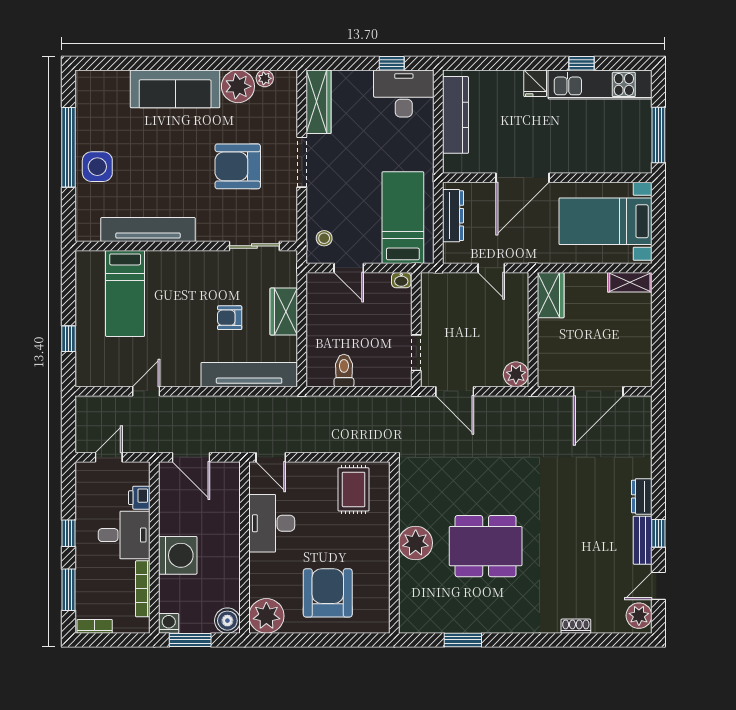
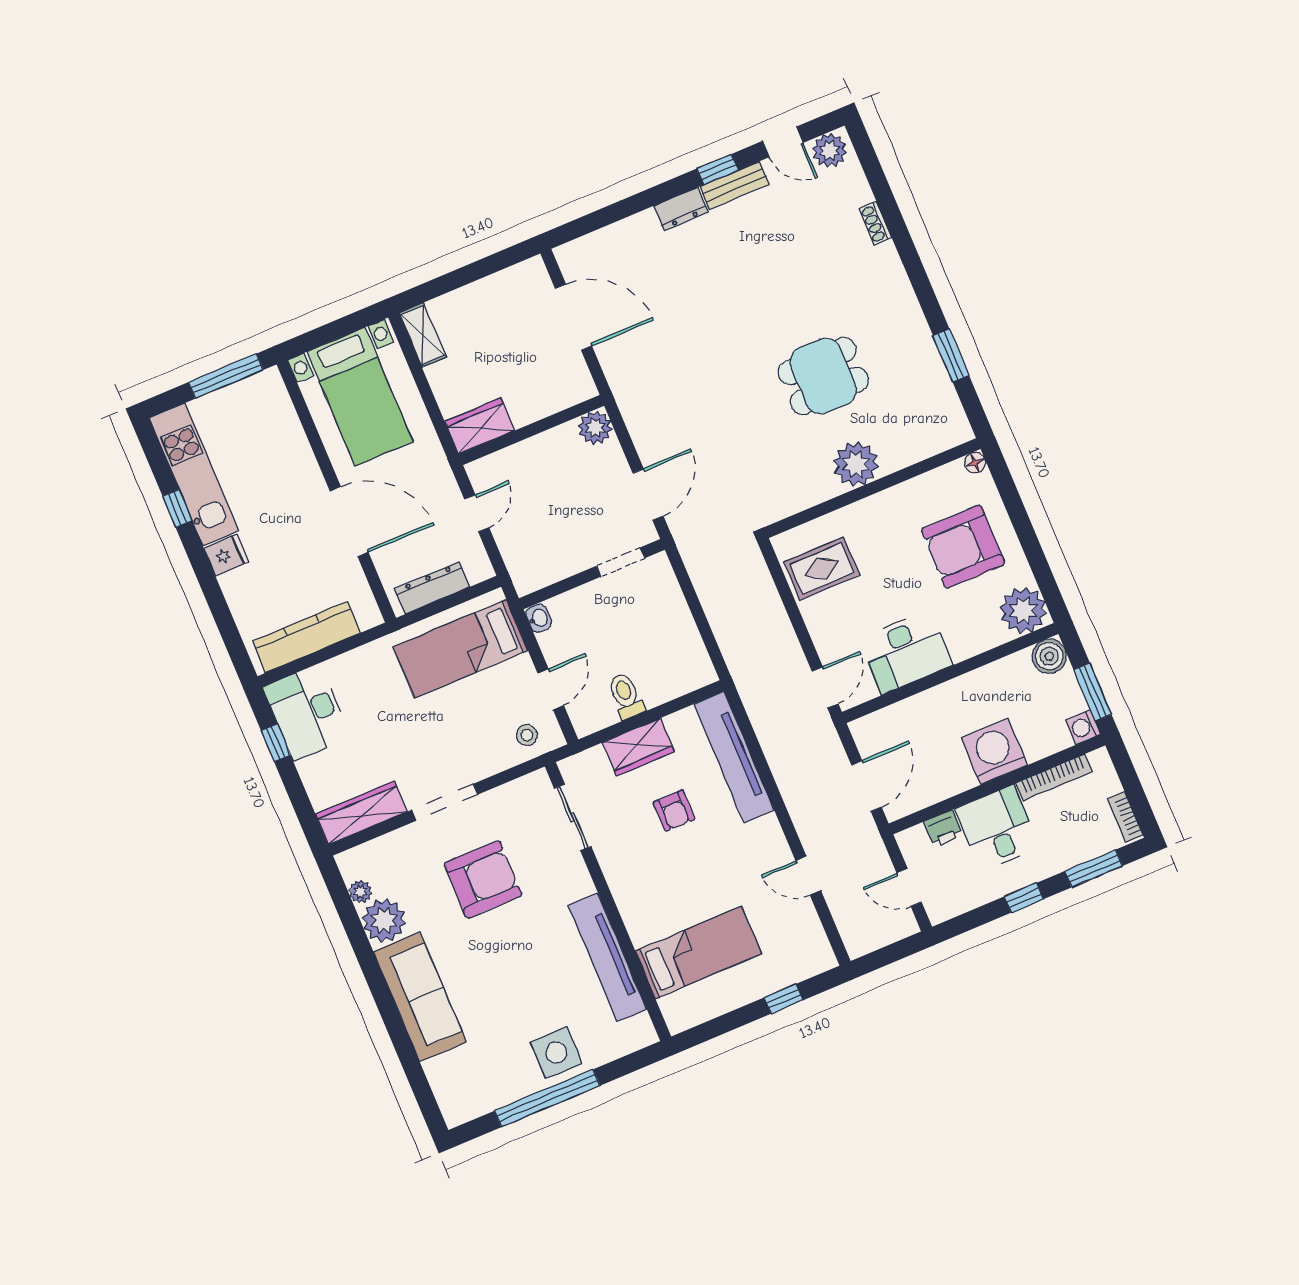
armchair: (238, 166) -> (483, 879), turned -90
toilet: (344, 371) -> (626, 696), moved, turned 90
dining table: (486, 546) -> (823, 376), width x0.73
floor lamp: (382, 626) -> (975, 463), added

